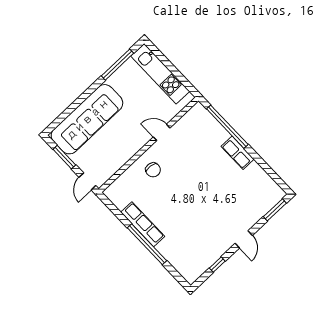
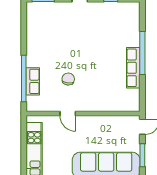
row of seats: (238, 153) -> (33, 81), moved
chair: (153, 170) -> (68, 79), moved

